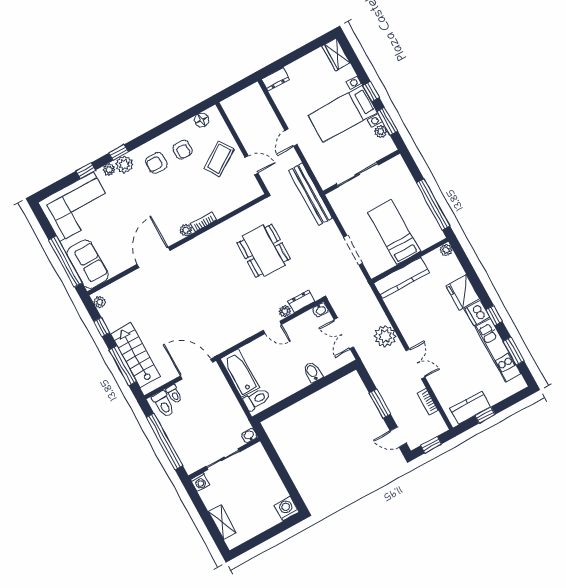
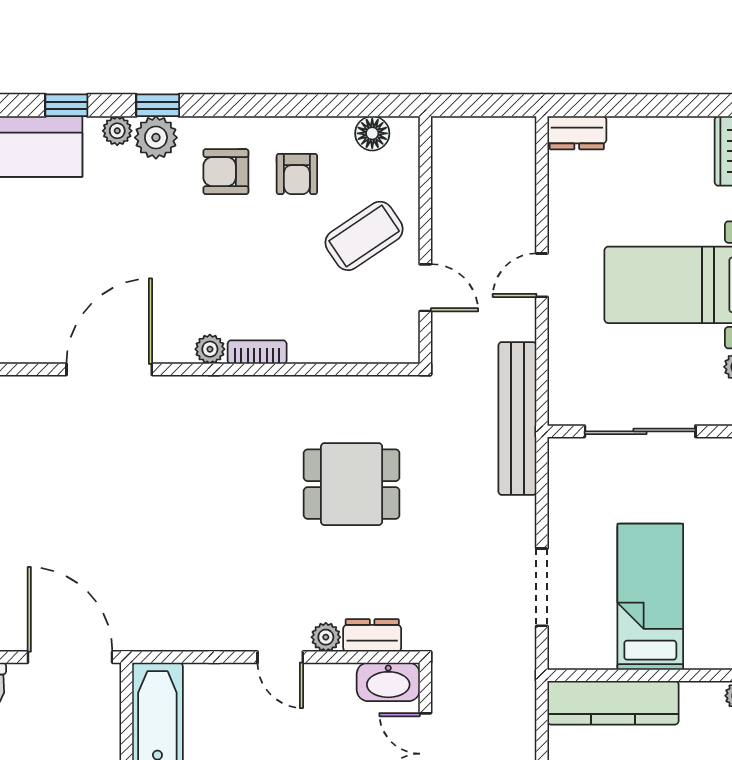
dining table: (264, 251) -> (352, 484), width x0.73
washbasin: (321, 310) -> (388, 682), width x1.91, depth x1.45

